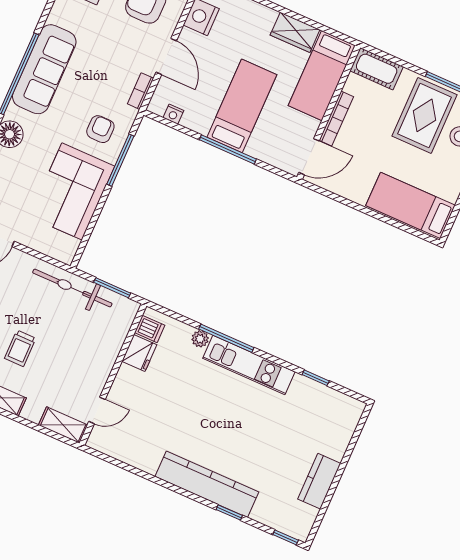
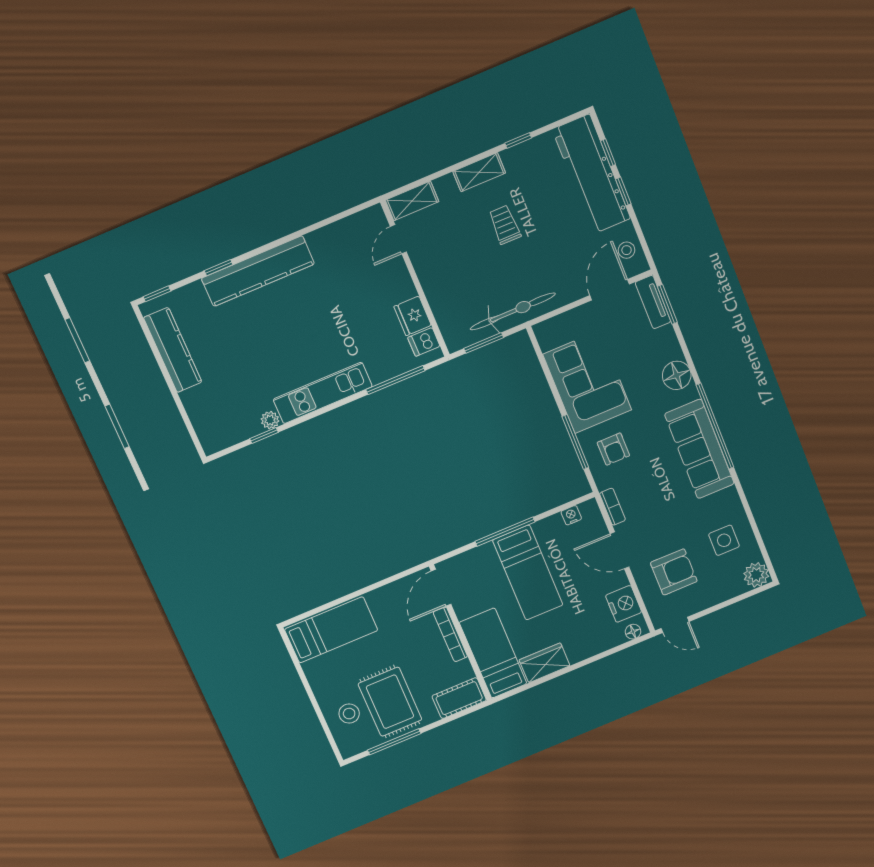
window: (226, 338) -> (395, 380), moved
plant: (200, 339) -> (270, 420), moved
kitchen counter: (319, 481) -> (173, 350), width x1.50

